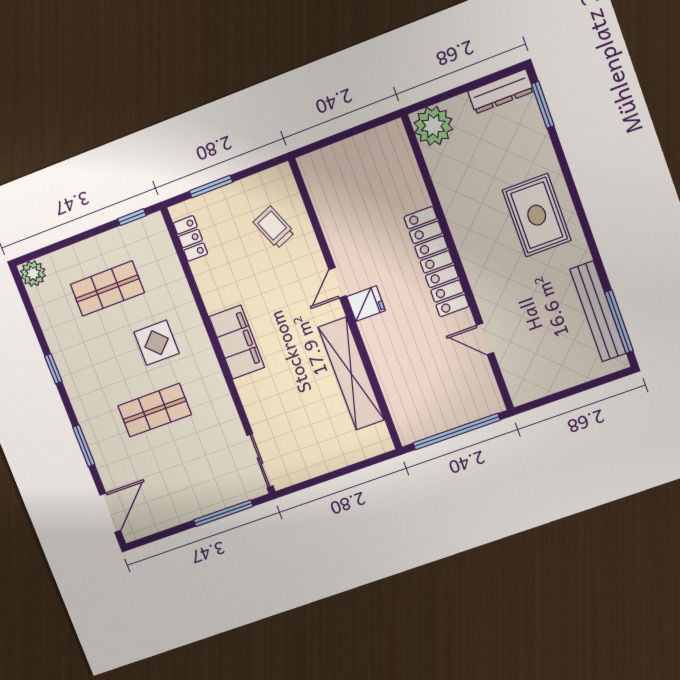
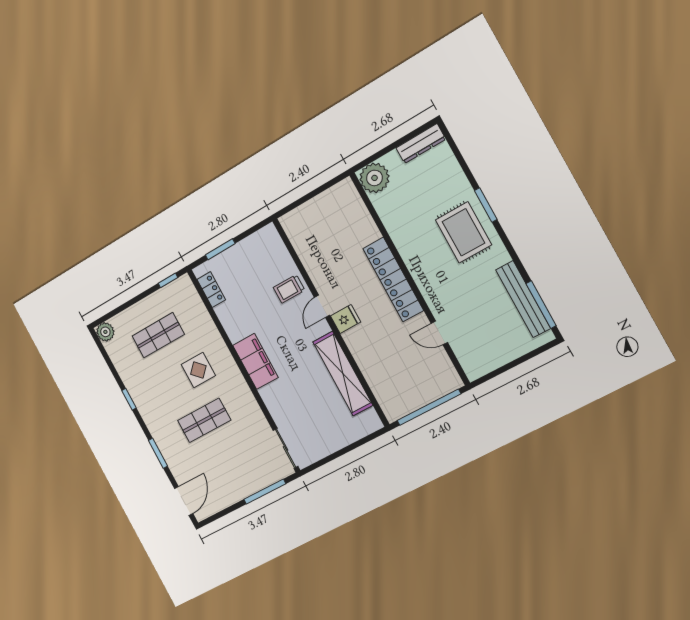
window: (543, 105) -> (486, 205), moved
trolley: (274, 227) -> (289, 289), moved, turned -68

